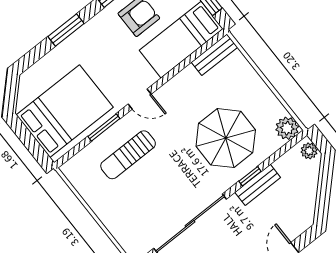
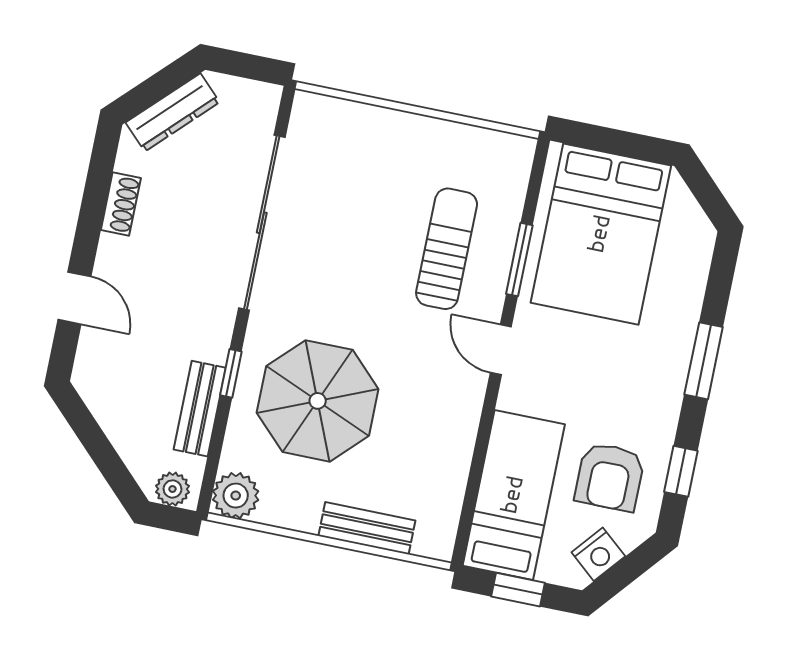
bench: (214, 55) -> (367, 528), moved, turned 90
door: (140, 99) -> (501, 350), hinge flipped
bench: (258, 185) -> (200, 409), moved

